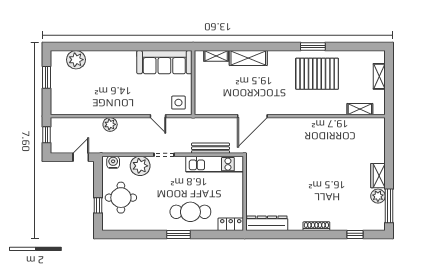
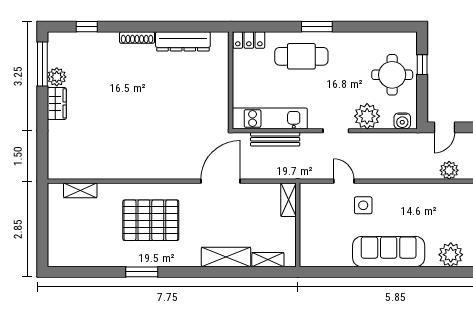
sofa: (164, 62) -> (389, 252), moved
pallet: (317, 74) -> (151, 220), moved
shelving: (379, 76) -> (288, 200), moved
side table: (178, 103) -> (363, 205), moved
plant: (110, 124) -> (449, 170), moved
dresser: (267, 223) -> (183, 41), moved

